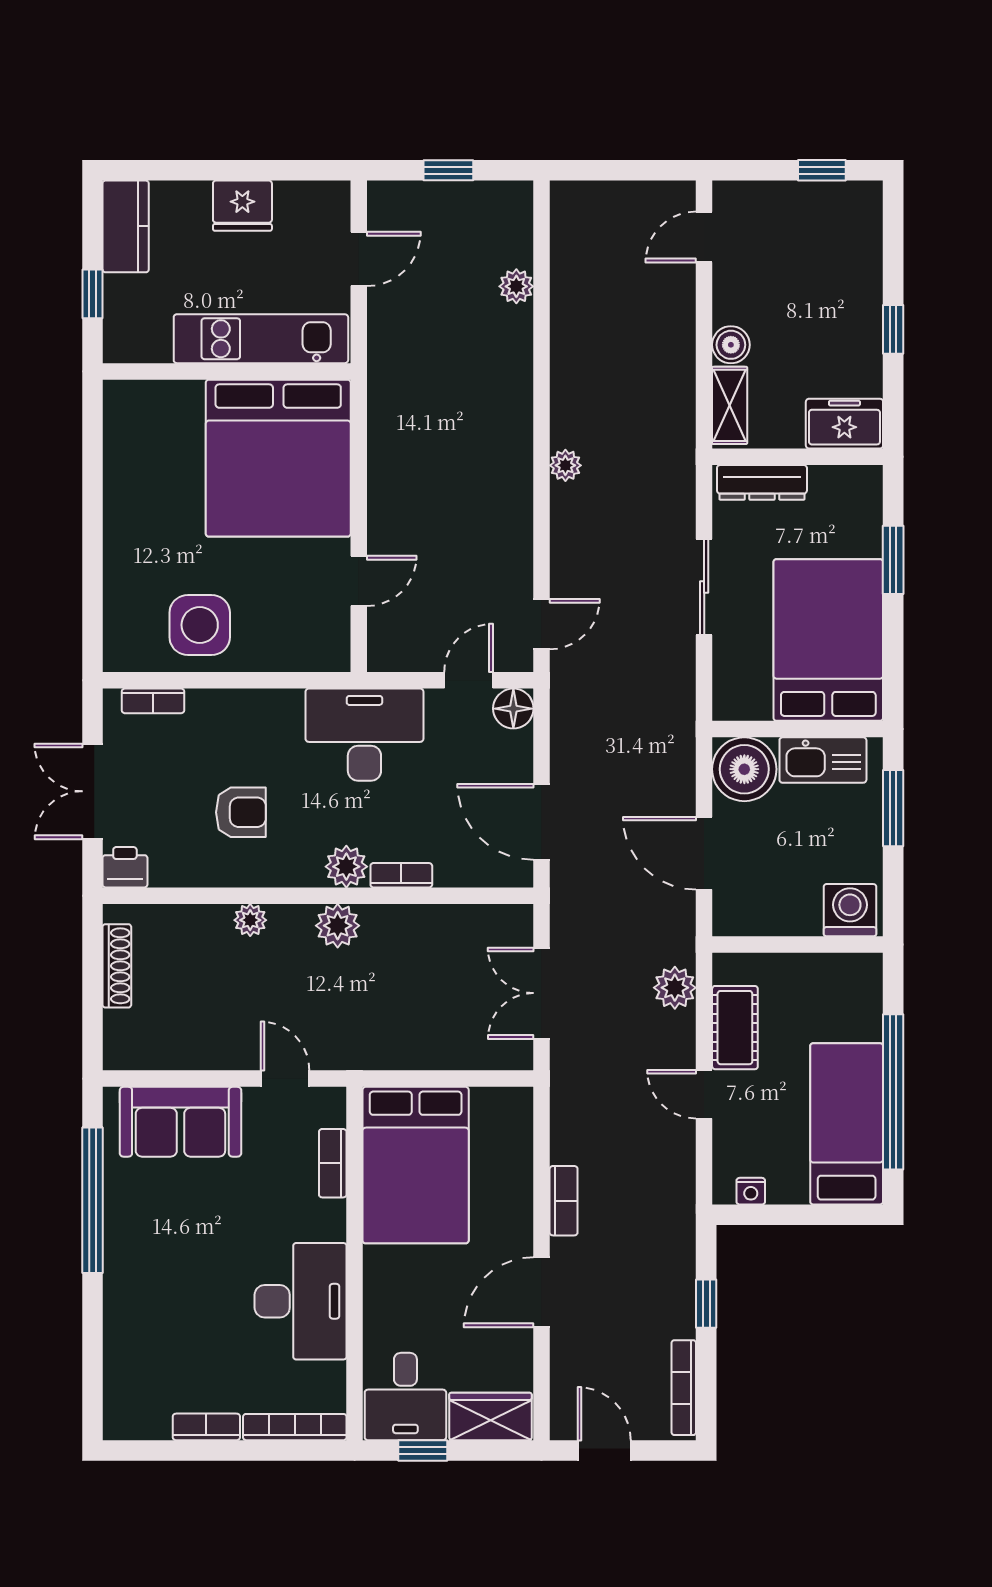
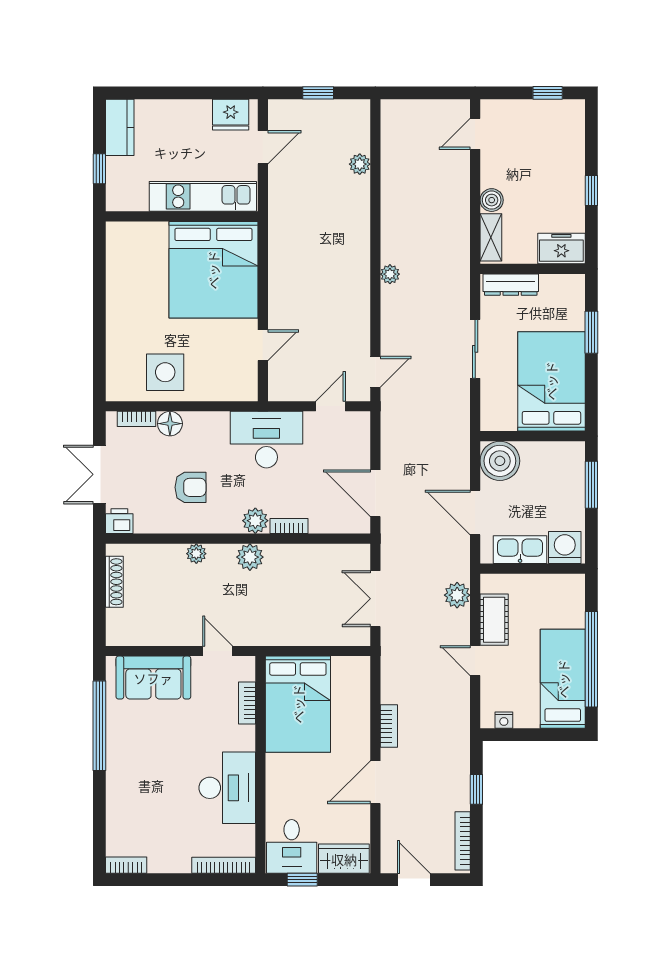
fridge: (242, 206) -> (231, 115), moved
floor lamp: (513, 709) -> (170, 424), moved
kitchen sink: (823, 760) -> (520, 550), moved, turned 180
bookcase: (206, 1427) -> (126, 865), moved

